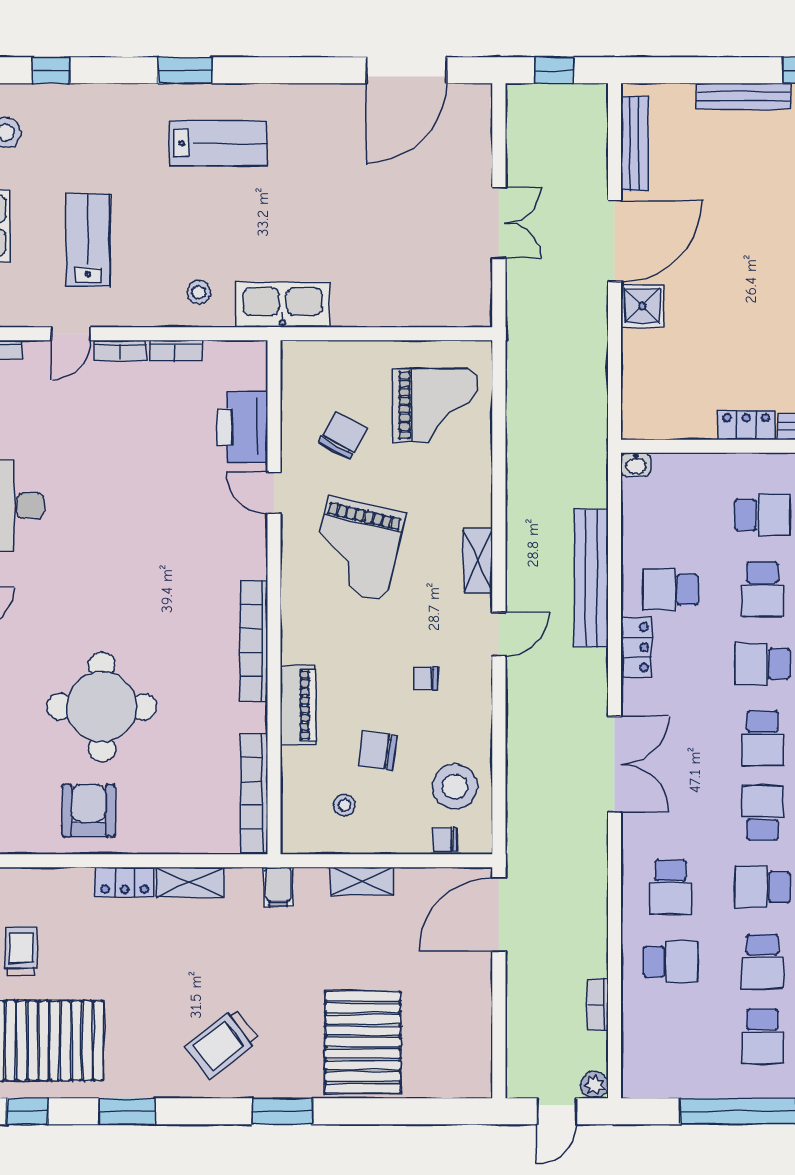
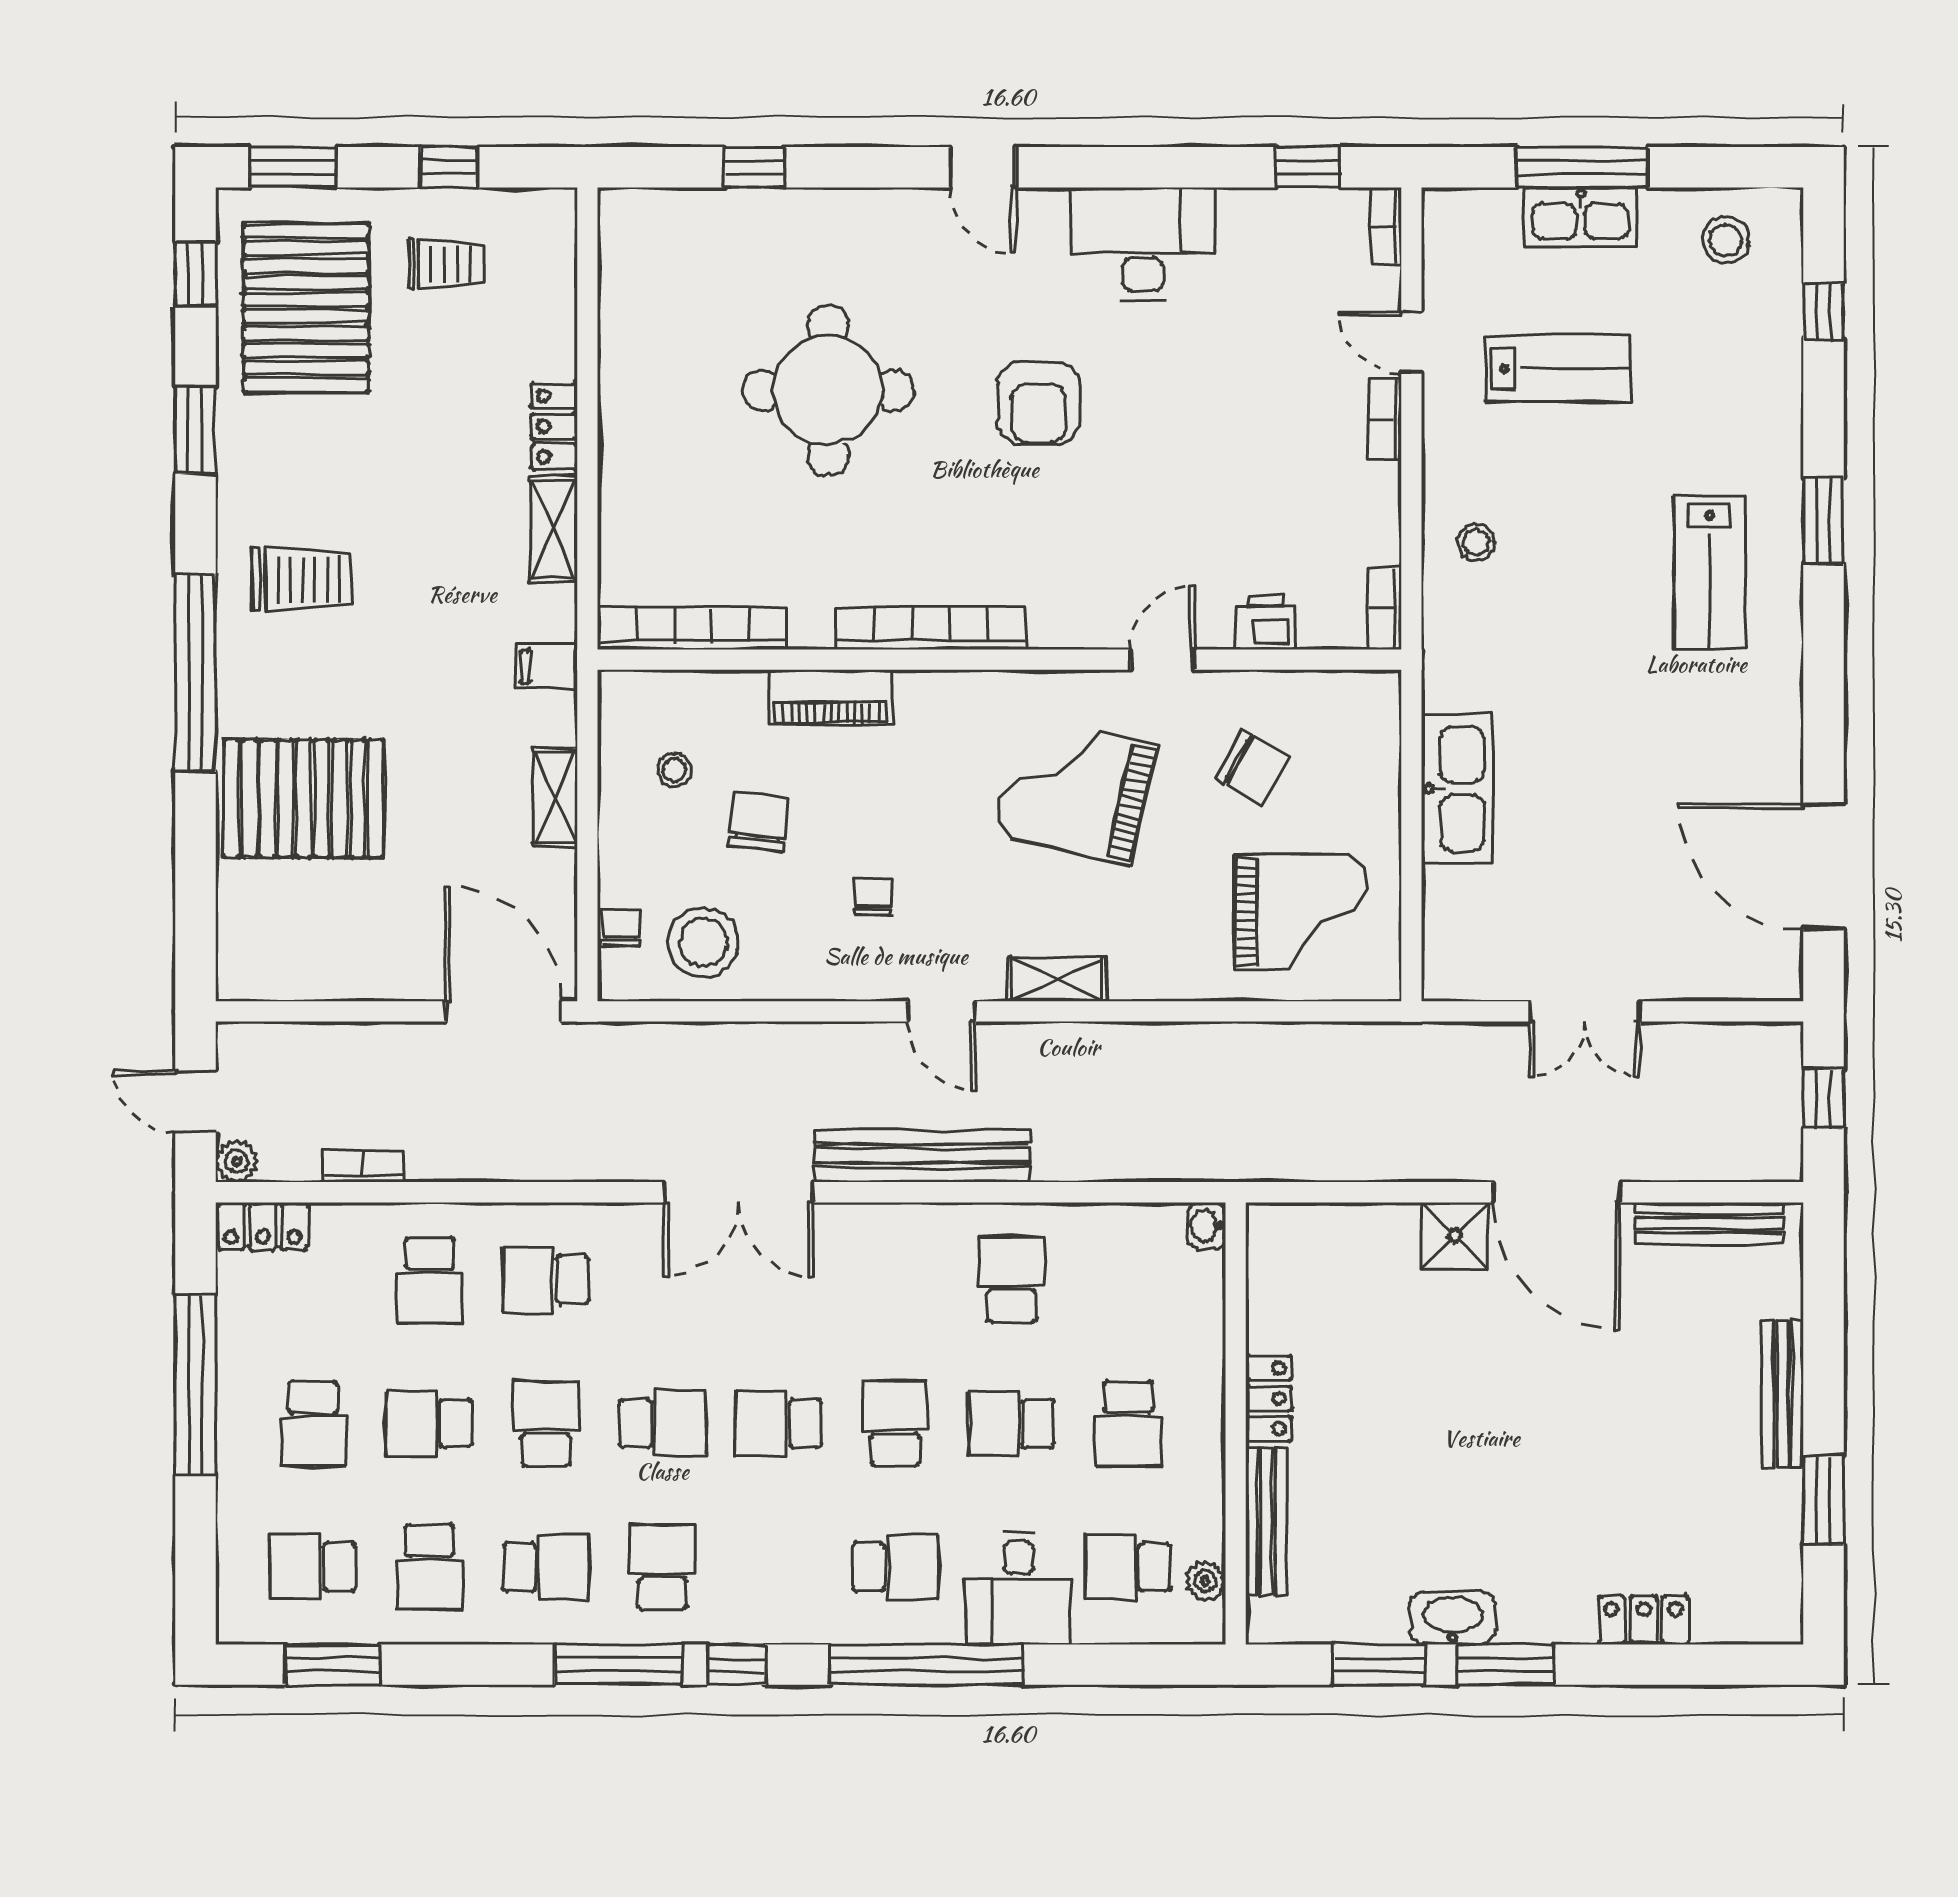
kitchen sink: (283, 305) -> (1457, 789), moved
bookcase: (175, 351) -> (1385, 608), moved
grand piano: (435, 405) -> (1300, 912), turned -90
printer: (242, 427) -> (1266, 623), width x0.53, depth x0.68
bench: (591, 578) -> (922, 1155), moved
locker: (636, 647) -> (263, 1226), moved
armchair: (89, 811) -> (1039, 403), moved, turned 90
school desk: (762, 1036) -> (313, 1423), turned -90
trolley: (222, 1043) -> (302, 579), turned 128
window: (282, 1111) -> (195, 673), width x2.11

